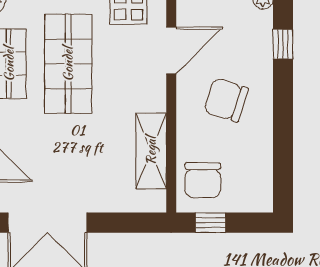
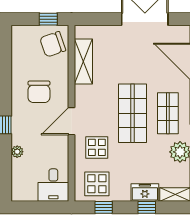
chair: (226, 100) -> (39, 92), turned 72
chair: (203, 180) -> (53, 44), turned -109

